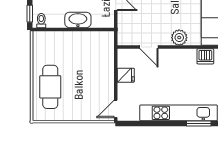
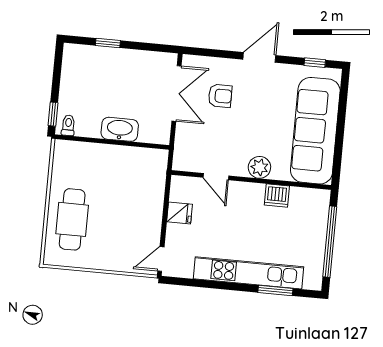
dishwasher: (205, 56) -> (277, 196), moved

